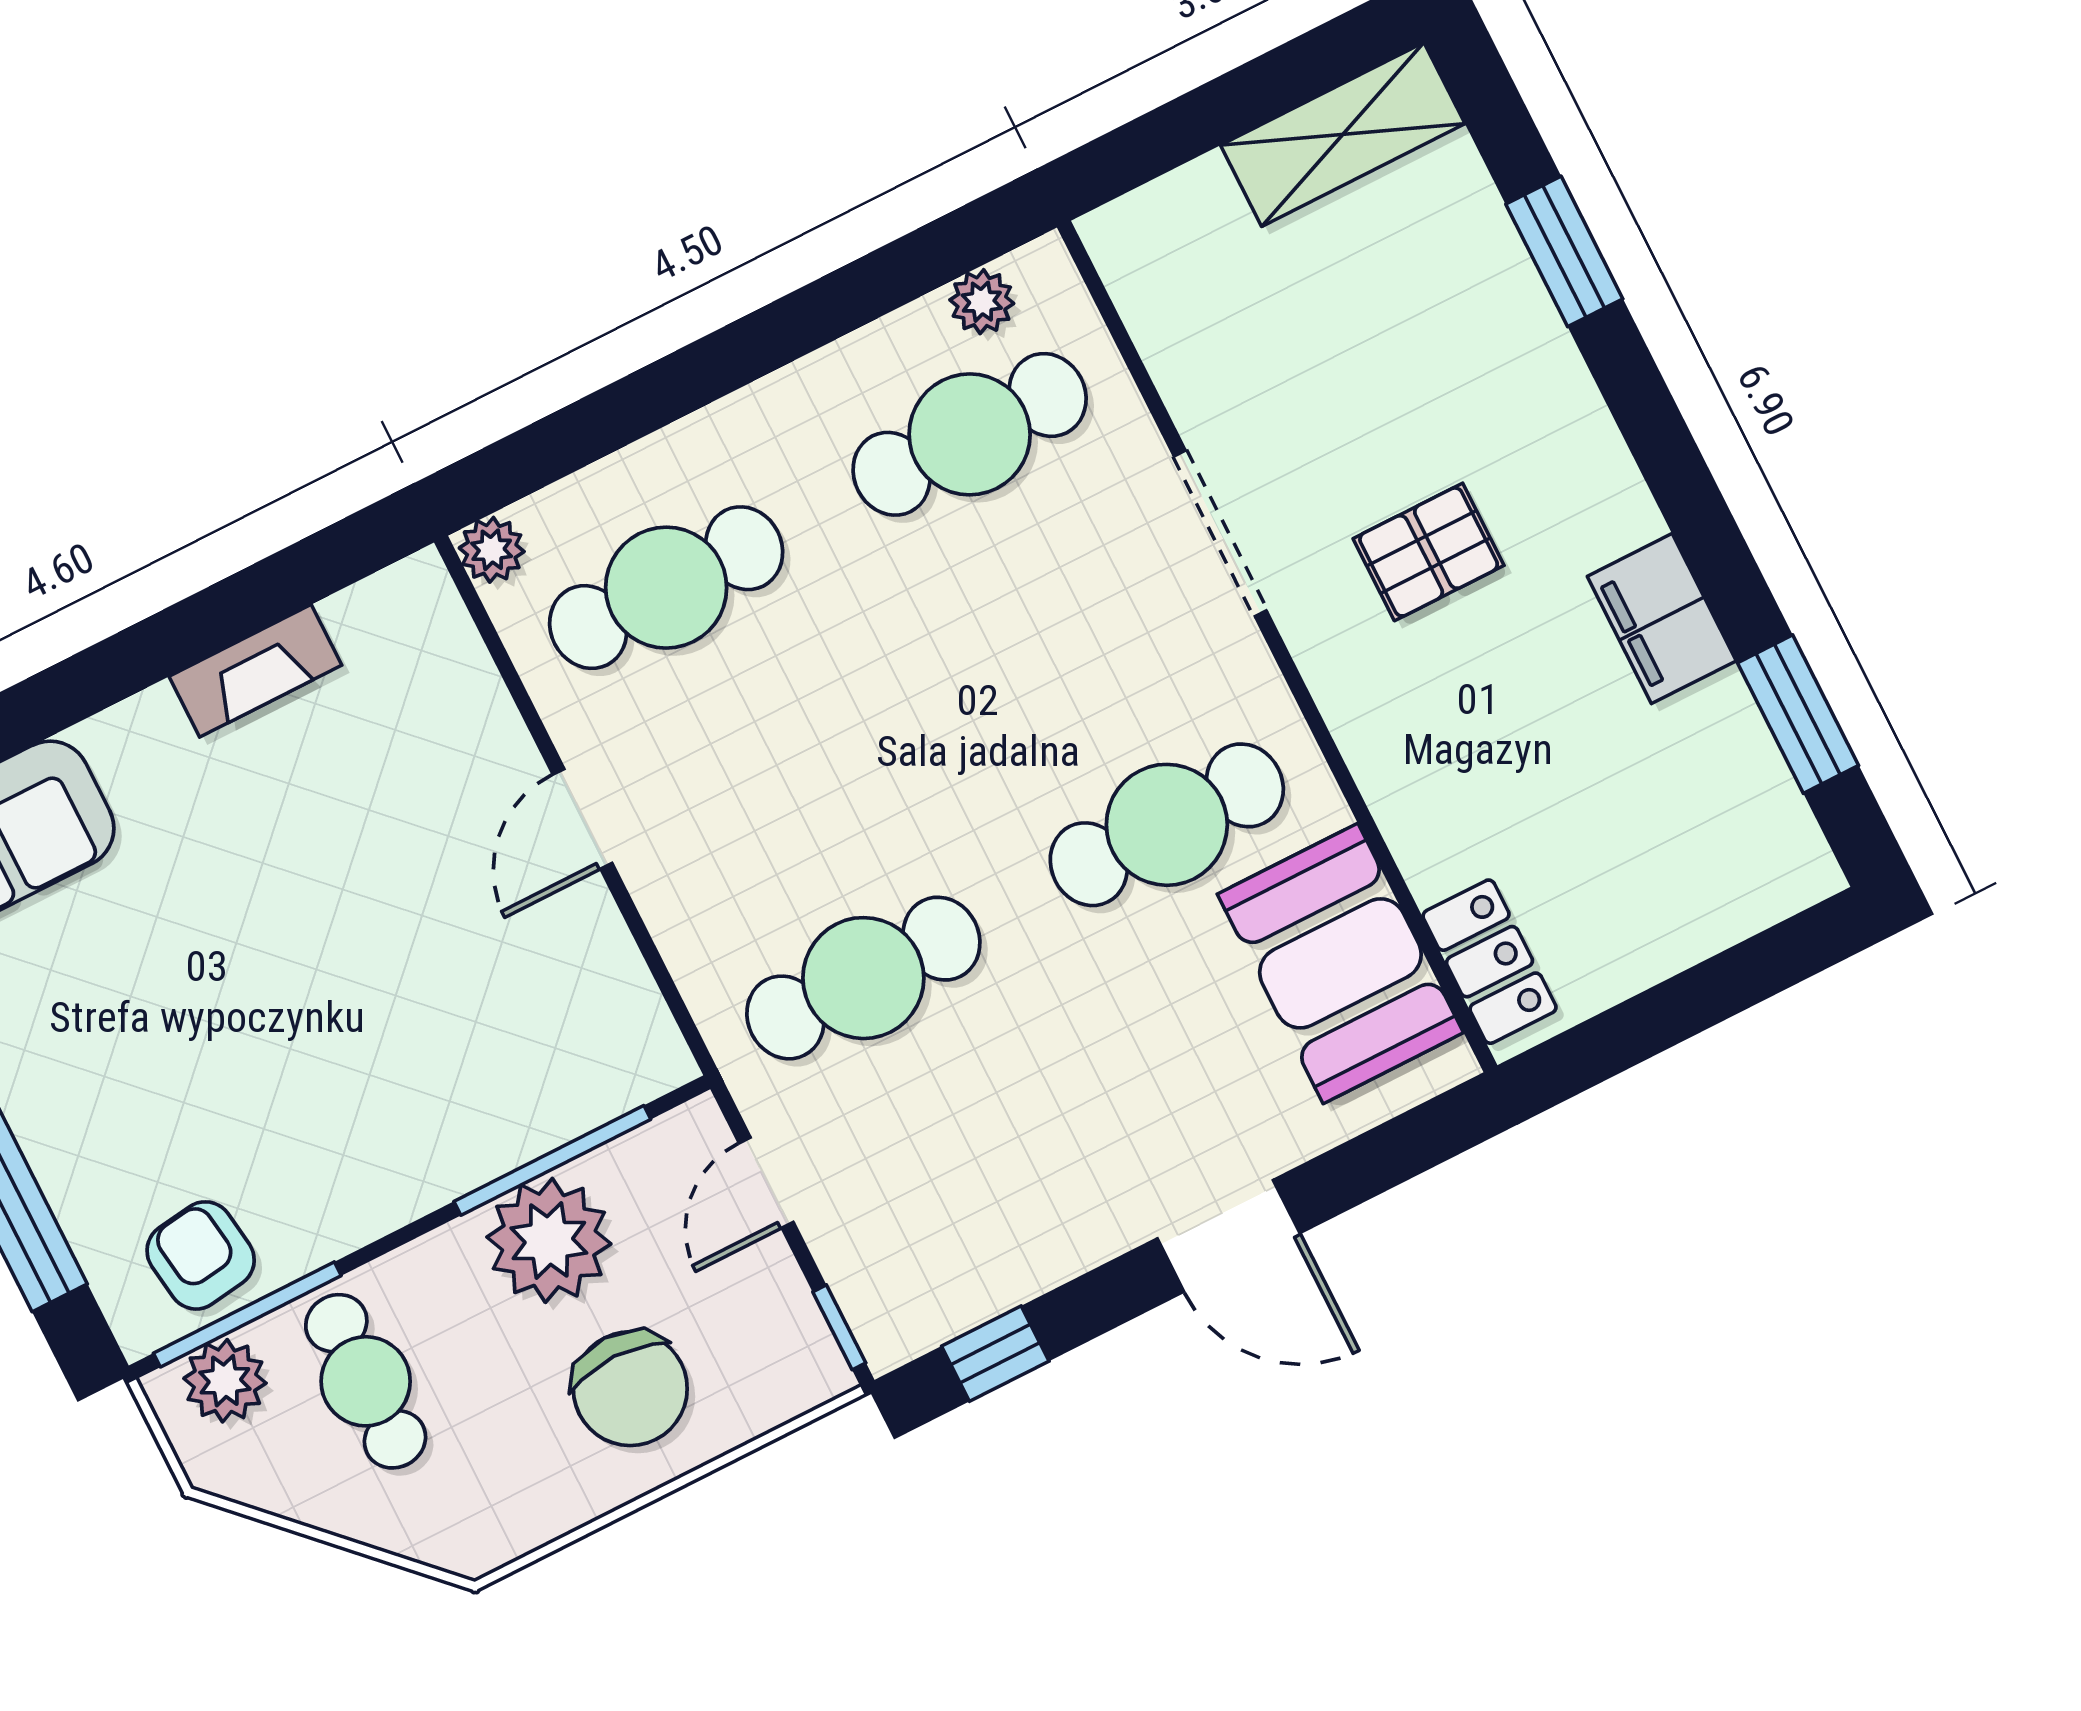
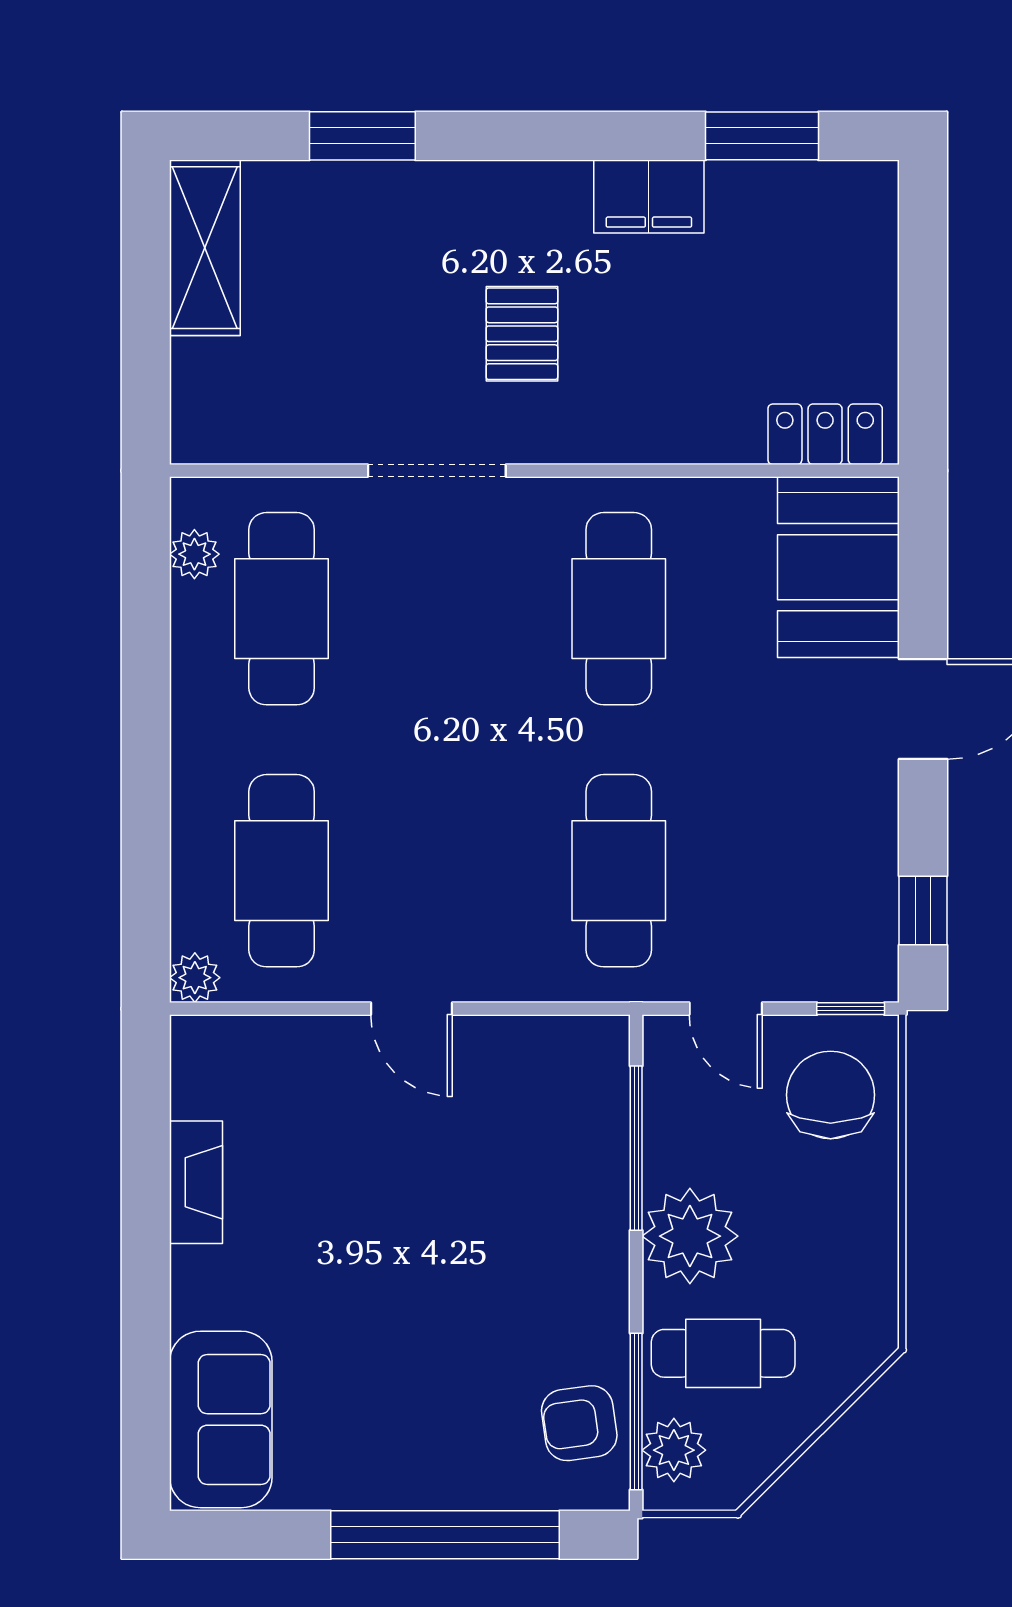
booth: (1340, 963) -> (838, 567), moved, turned 90
plant: (549, 1240) -> (690, 1236), moved
chair: (630, 1389) -> (831, 1095), moved, turned -90

